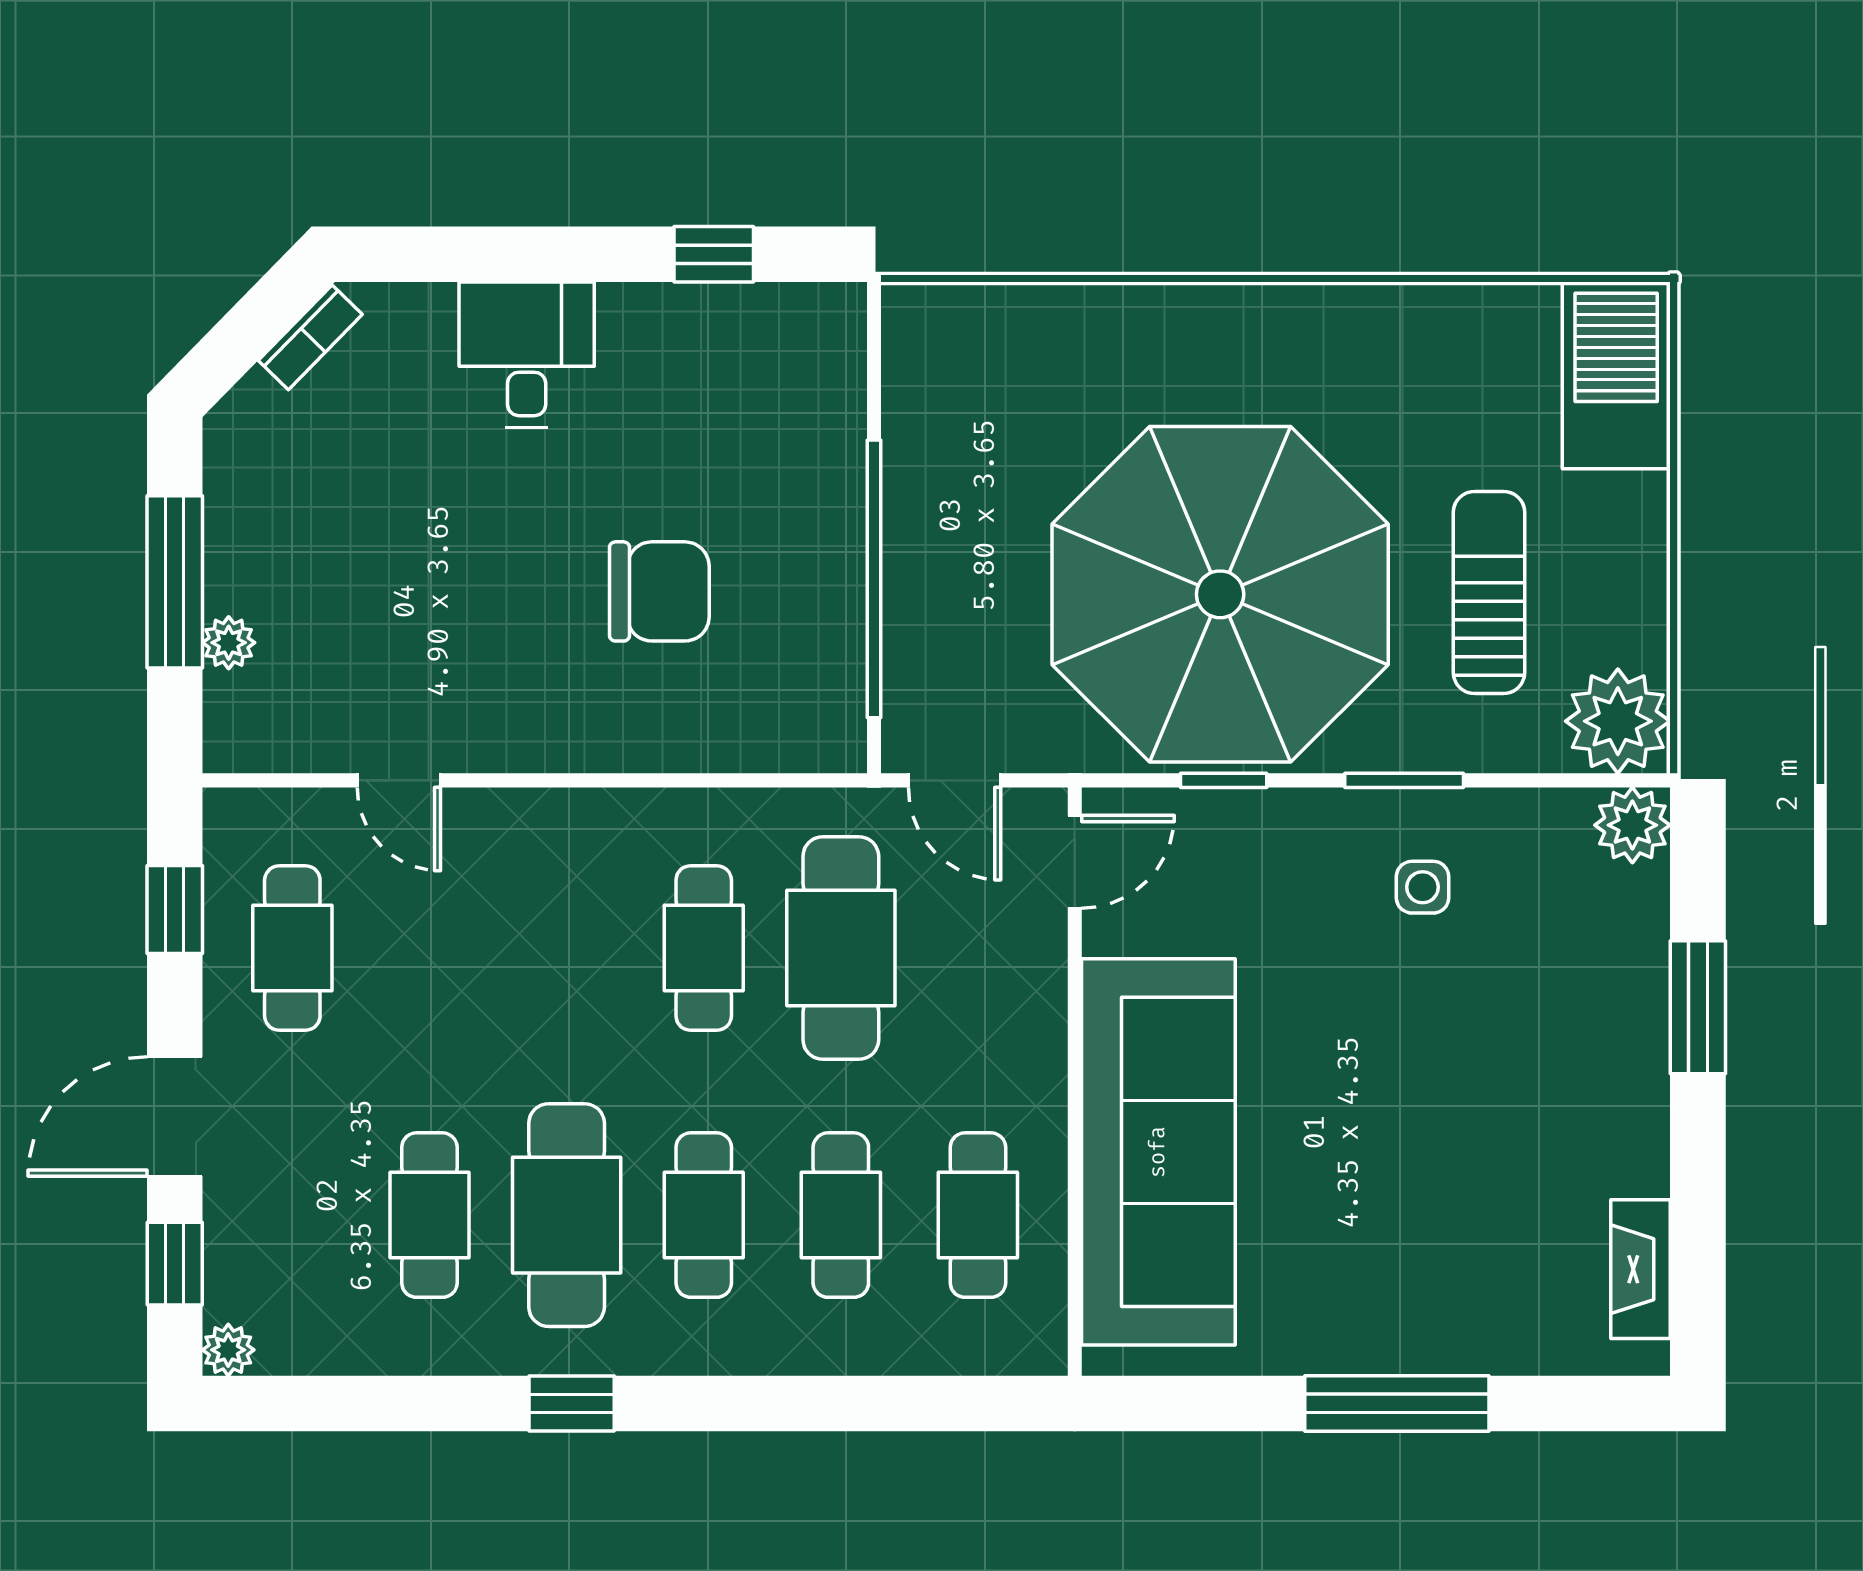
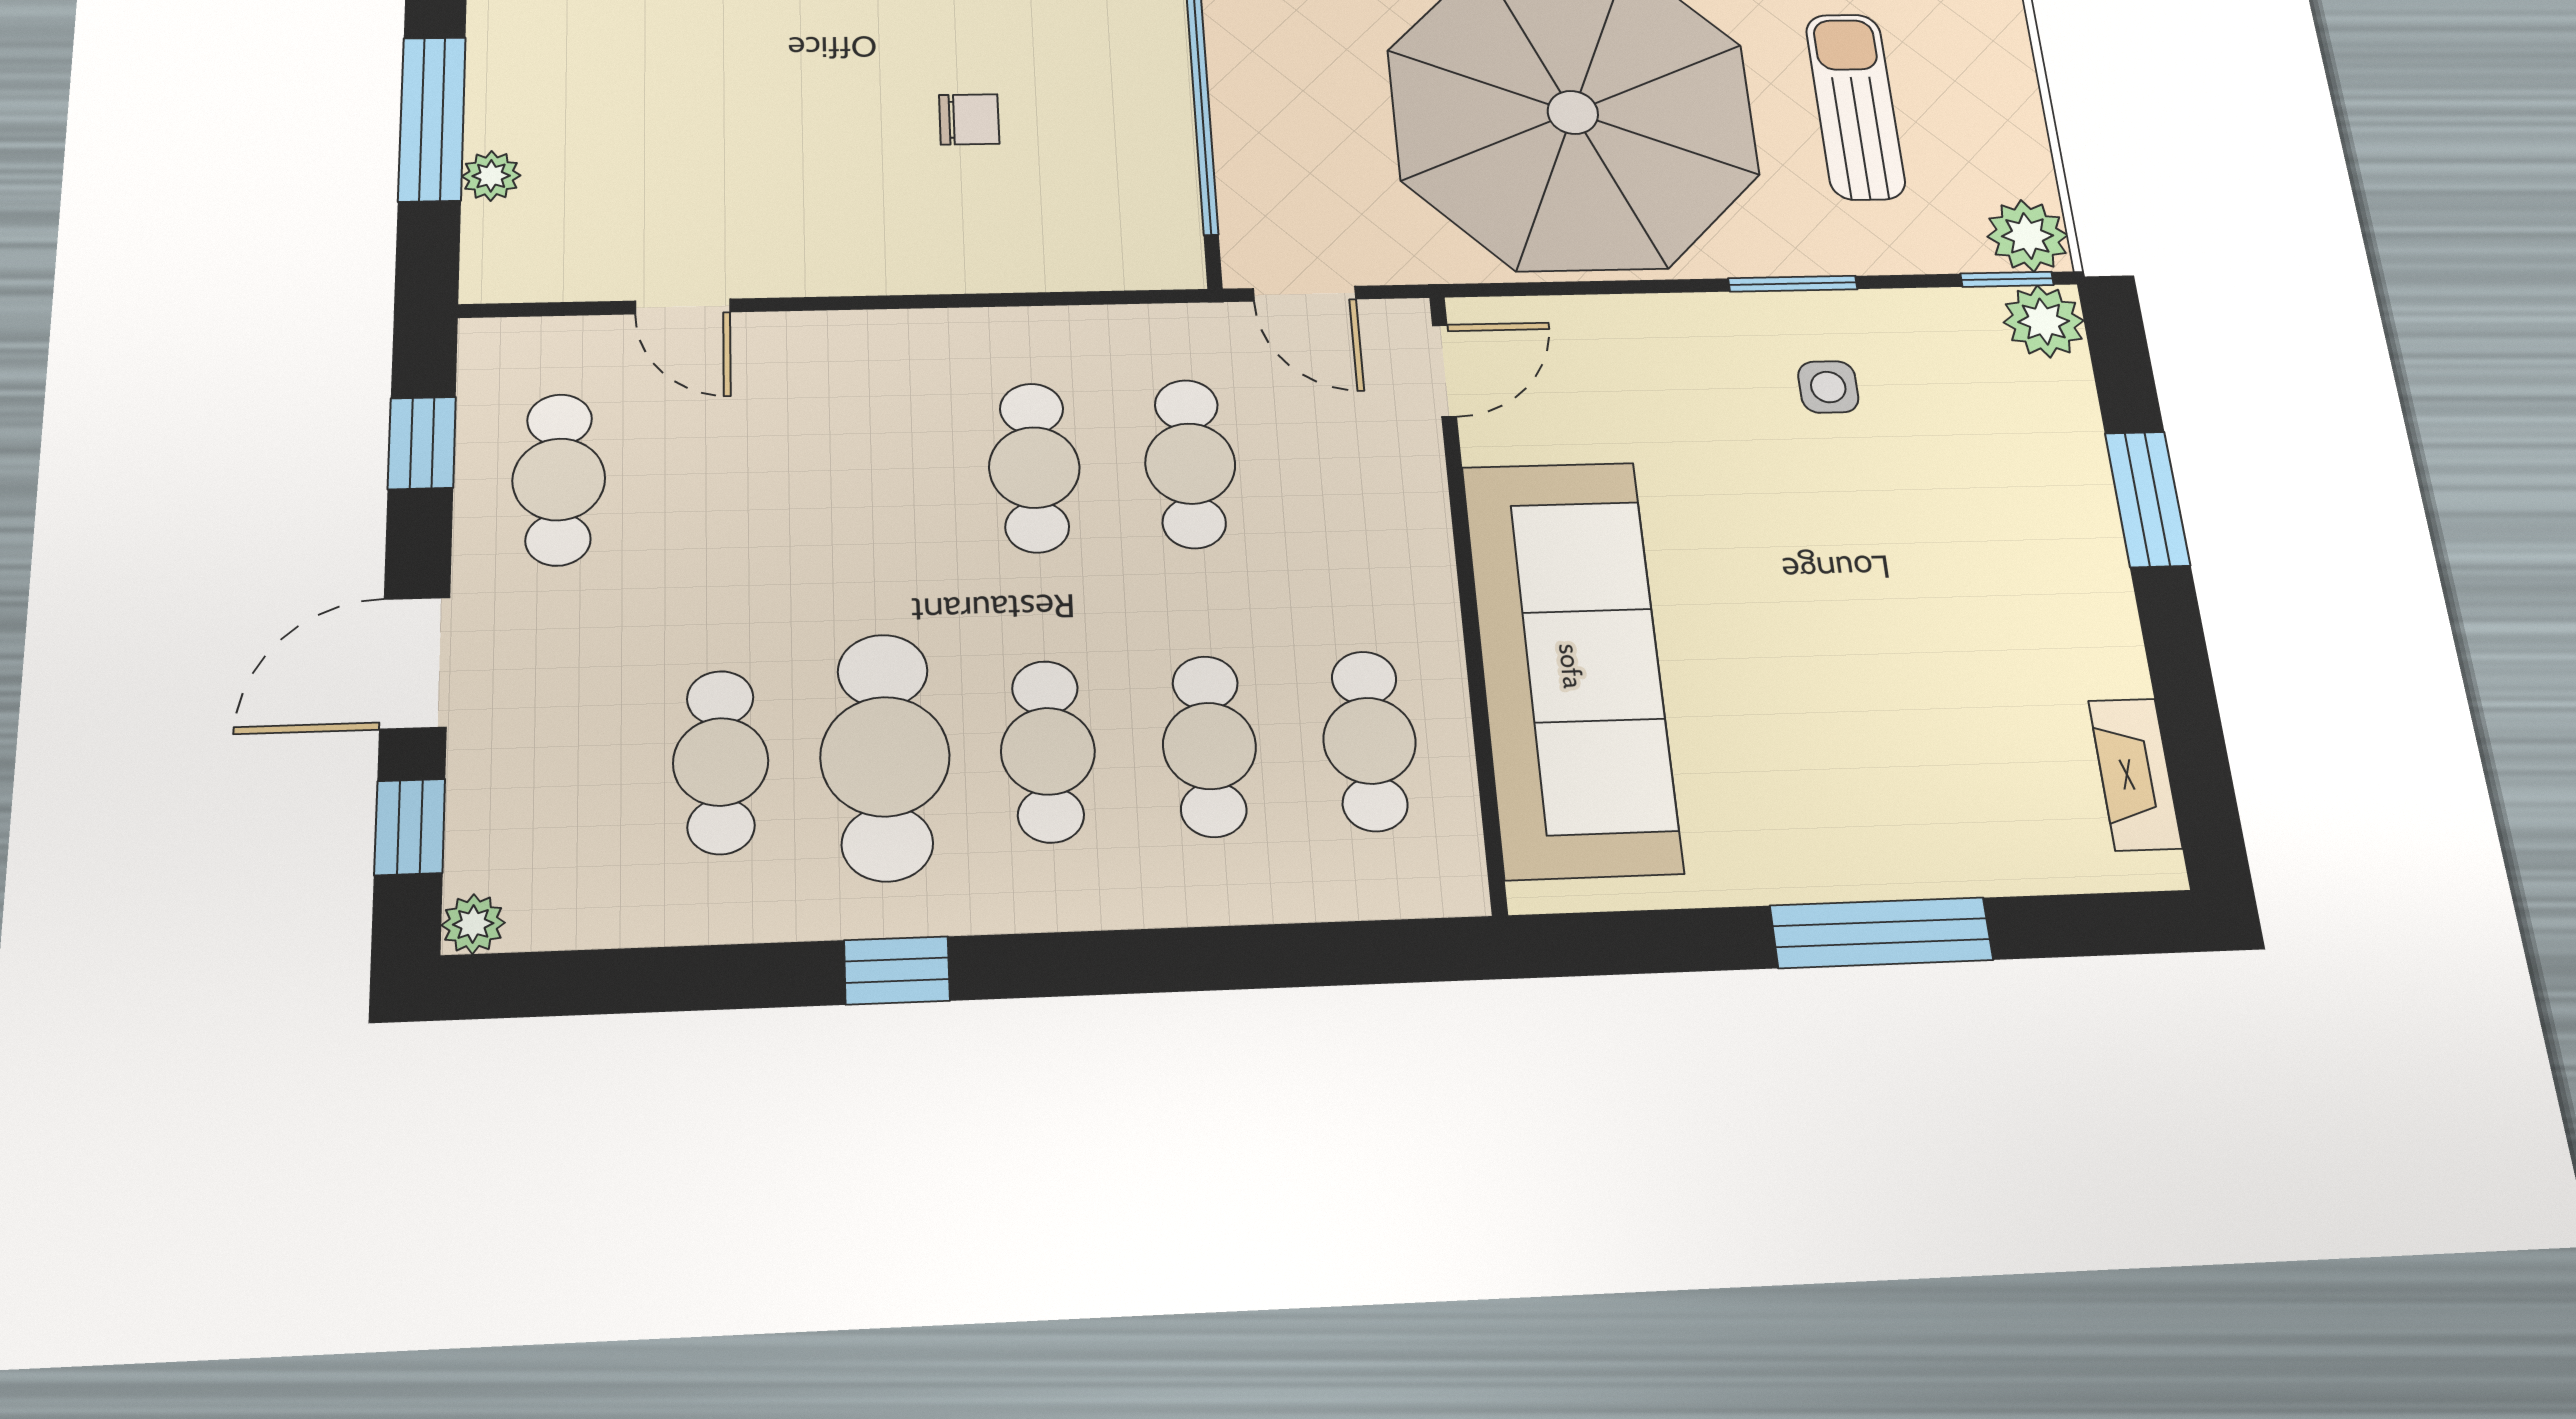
chair: (659, 591) -> (969, 119), width x0.54, depth x0.54
plant: (1618, 721) -> (2027, 236), width x0.73, depth x0.73
window: (1224, 780) -> (2007, 279), moved
cafe table: (841, 948) -> (1190, 464), width x0.73, depth x0.74

